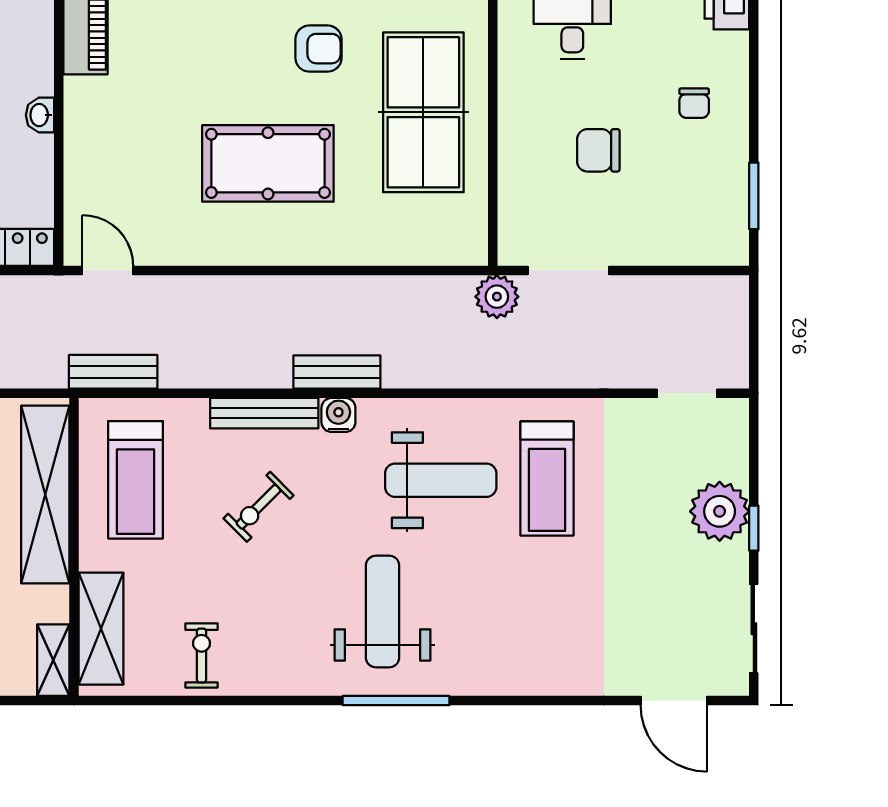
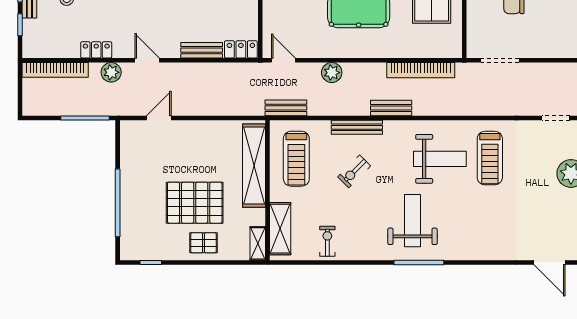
bookcase: (400, 291) -> (421, 70), added
plant: (497, 297) -> (332, 73), moved
water cooler: (338, 415) -> (392, 128), removed

